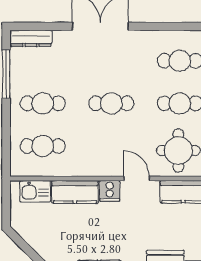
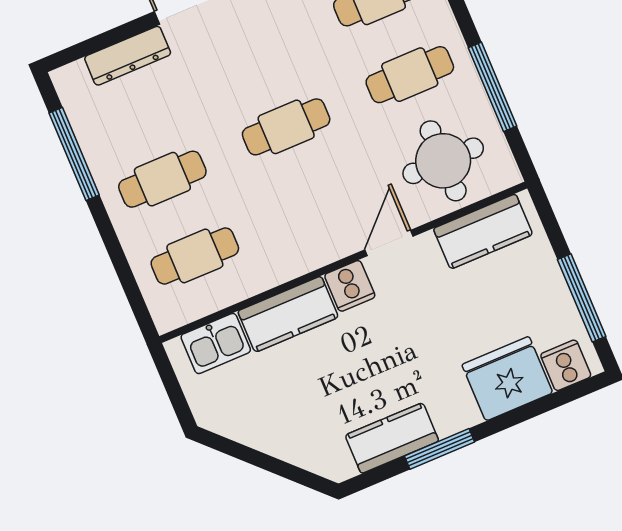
dresser: (31, 38) -> (128, 56), moved
door: (137, 178) -> (389, 243), hinge flipped

